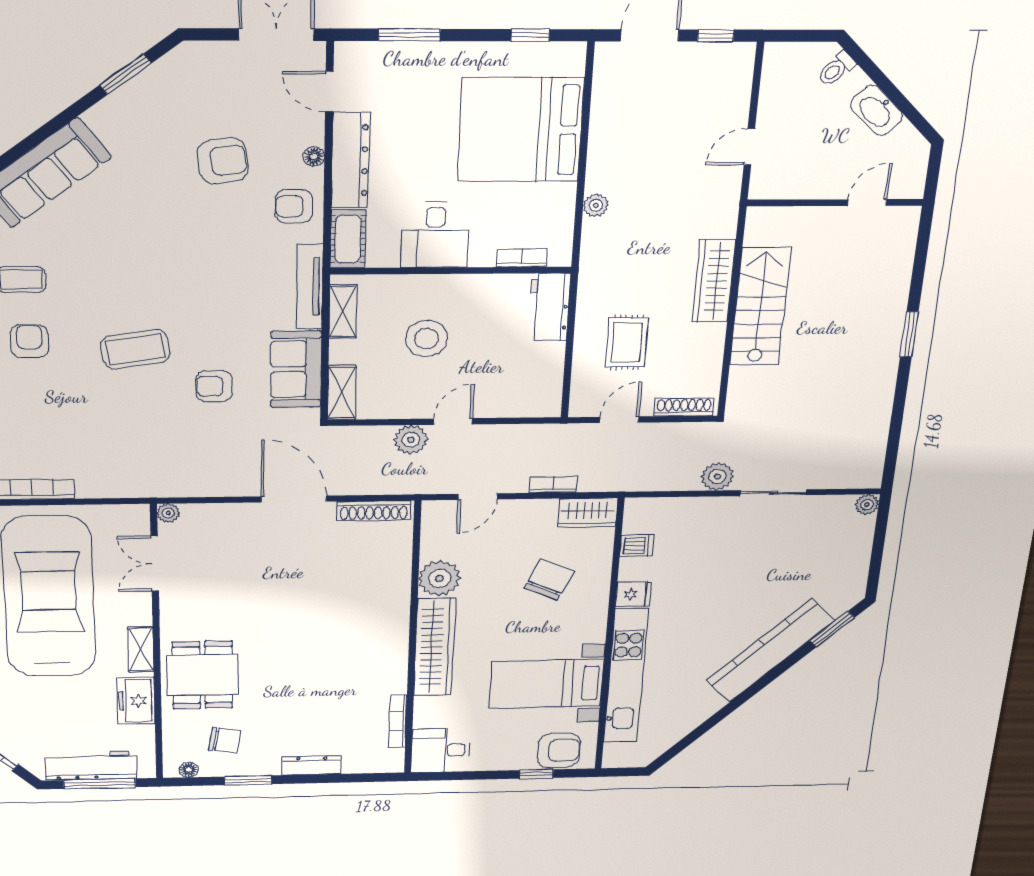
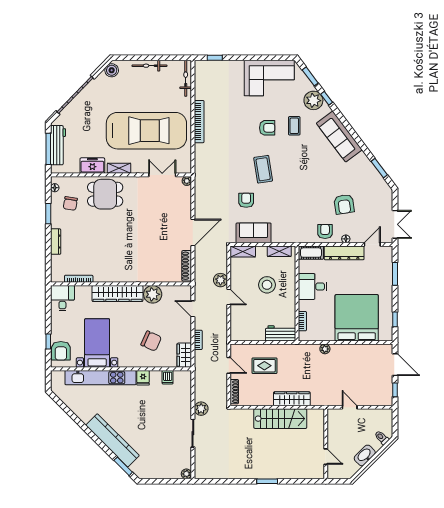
tv unit: (310, 287) -> (290, 238), removed

